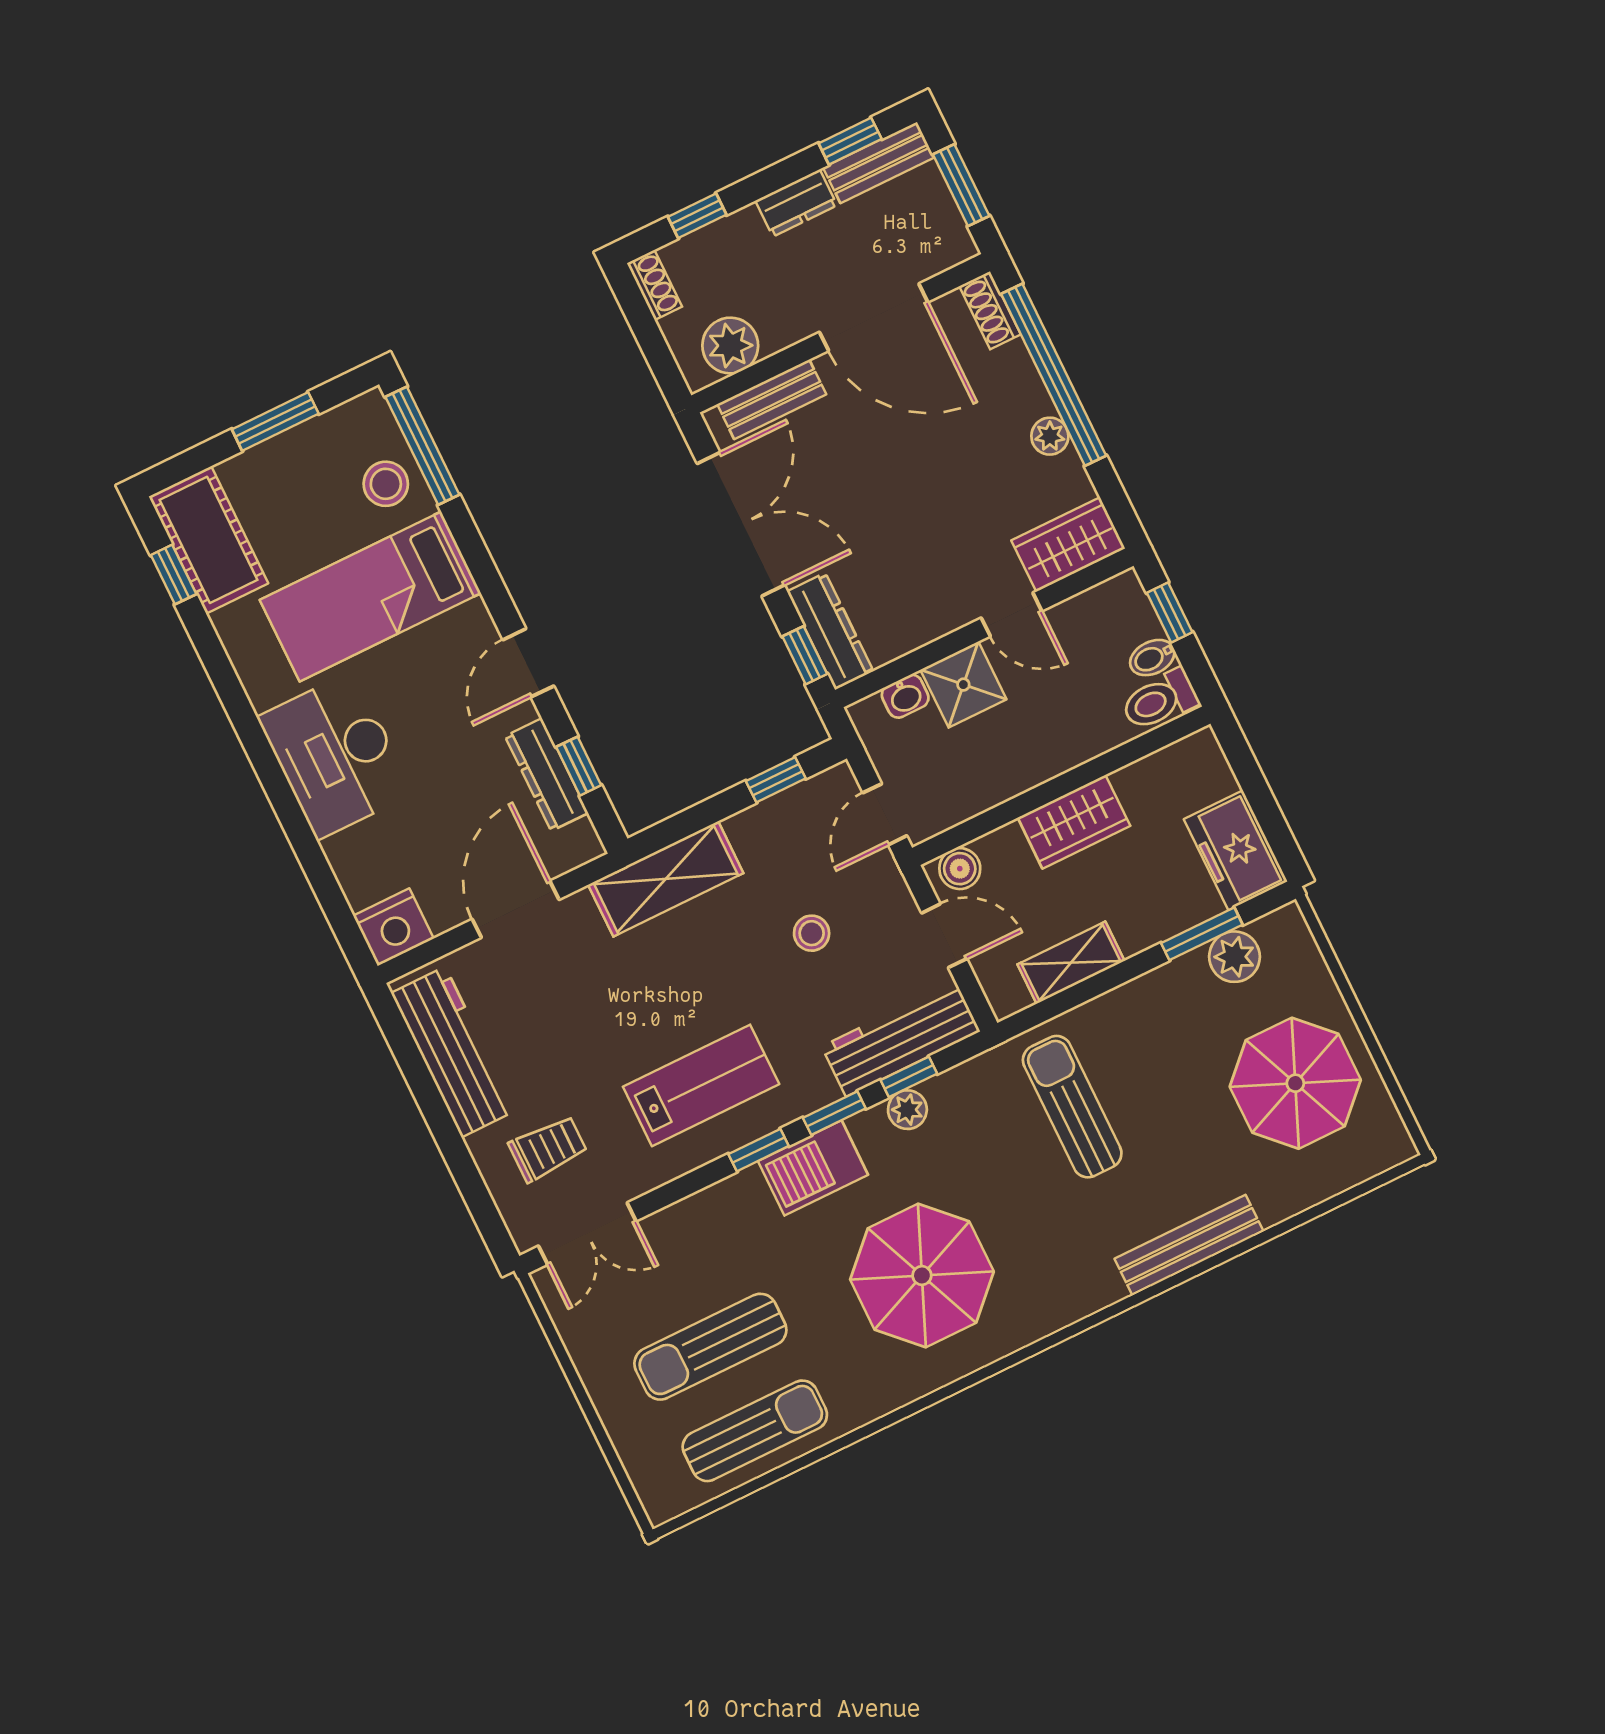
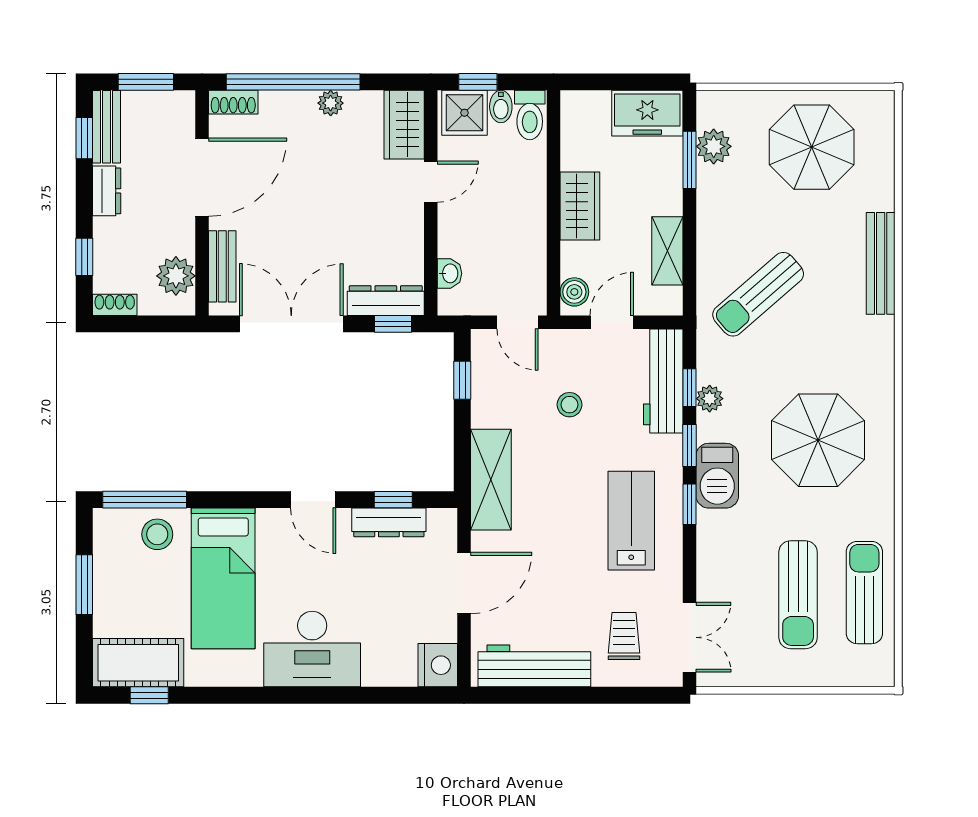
shower: (963, 685) -> (465, 113), moved
door: (516, 909) -> (464, 583), swing flipped
sun lounger: (1072, 1107) -> (758, 294), turned -41

